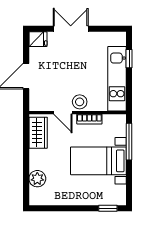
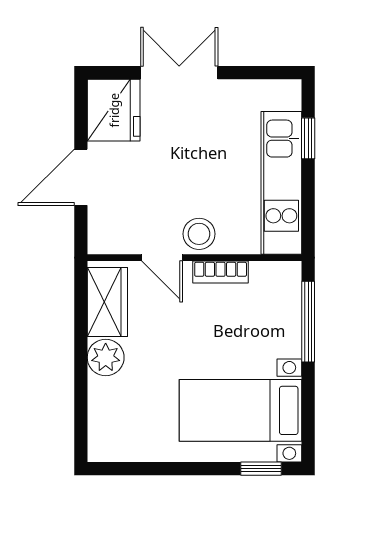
fridge: (38, 39) -> (114, 110), width x1.88, depth x1.34
bed with nightstands: (98, 161) -> (240, 410), moved
plant: (37, 179) -> (106, 357), moved

